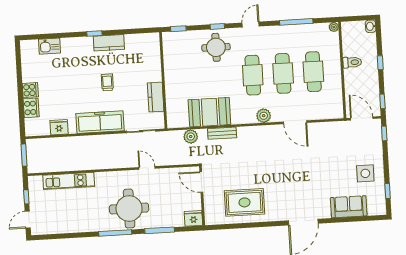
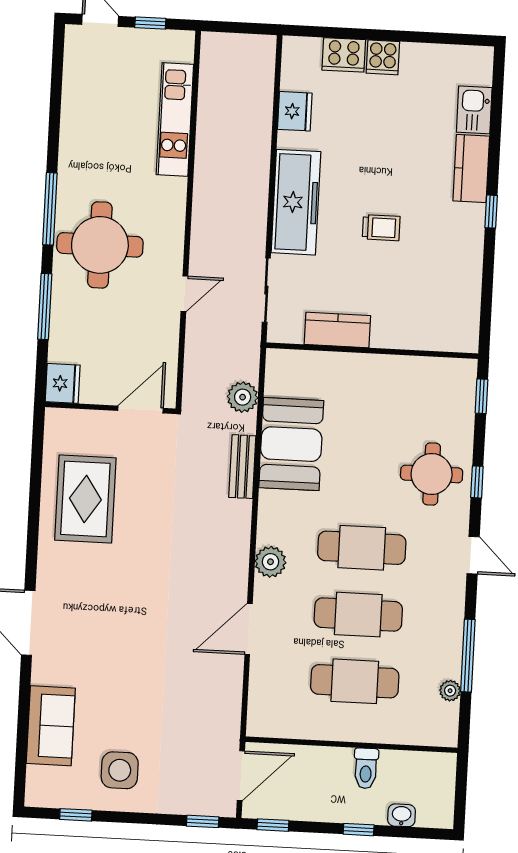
washbasin: (371, 26) -> (402, 815), moved
plant: (334, 27) -> (450, 691), moved
kitchen counter: (109, 43) -> (471, 168), moved
window: (24, 155) -> (242, 28), removed

